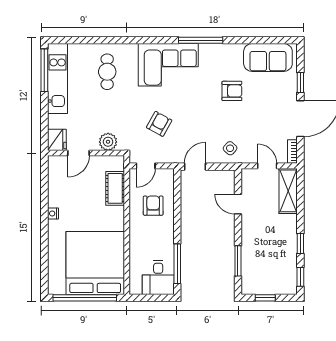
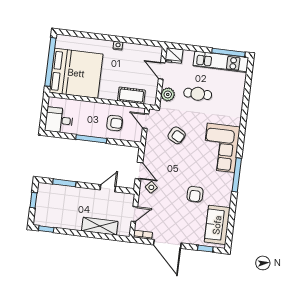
cafe table: (107, 72) -> (198, 94), moved
window: (300, 83) -> (205, 249), moved
door: (195, 167) -> (139, 171), moved
shelving: (288, 191) -> (100, 226), moved
window: (300, 244) -> (72, 232), removed
window: (177, 264) -> (91, 139), moved

